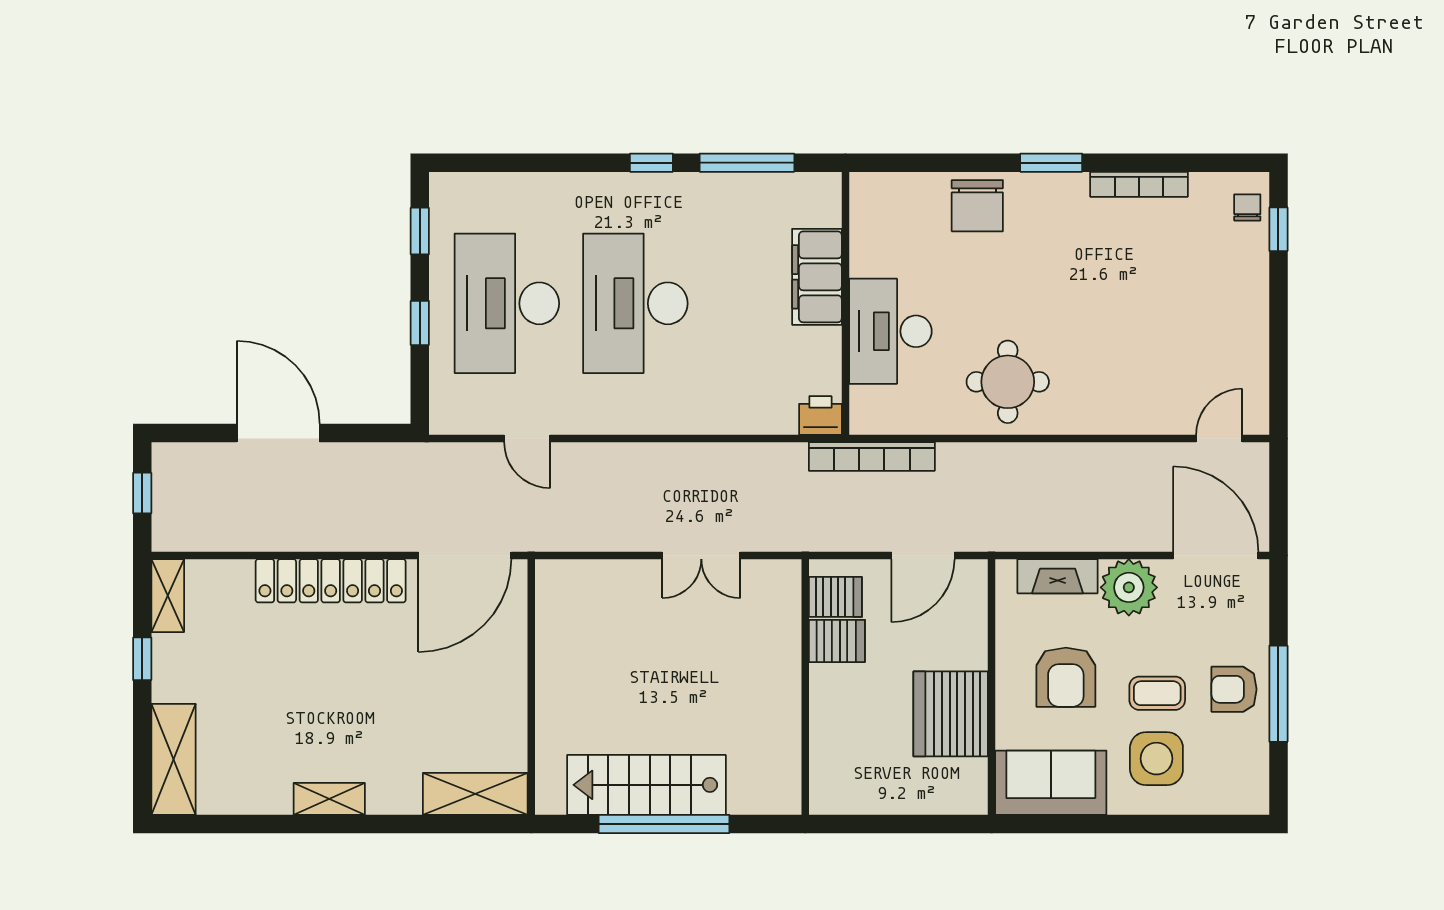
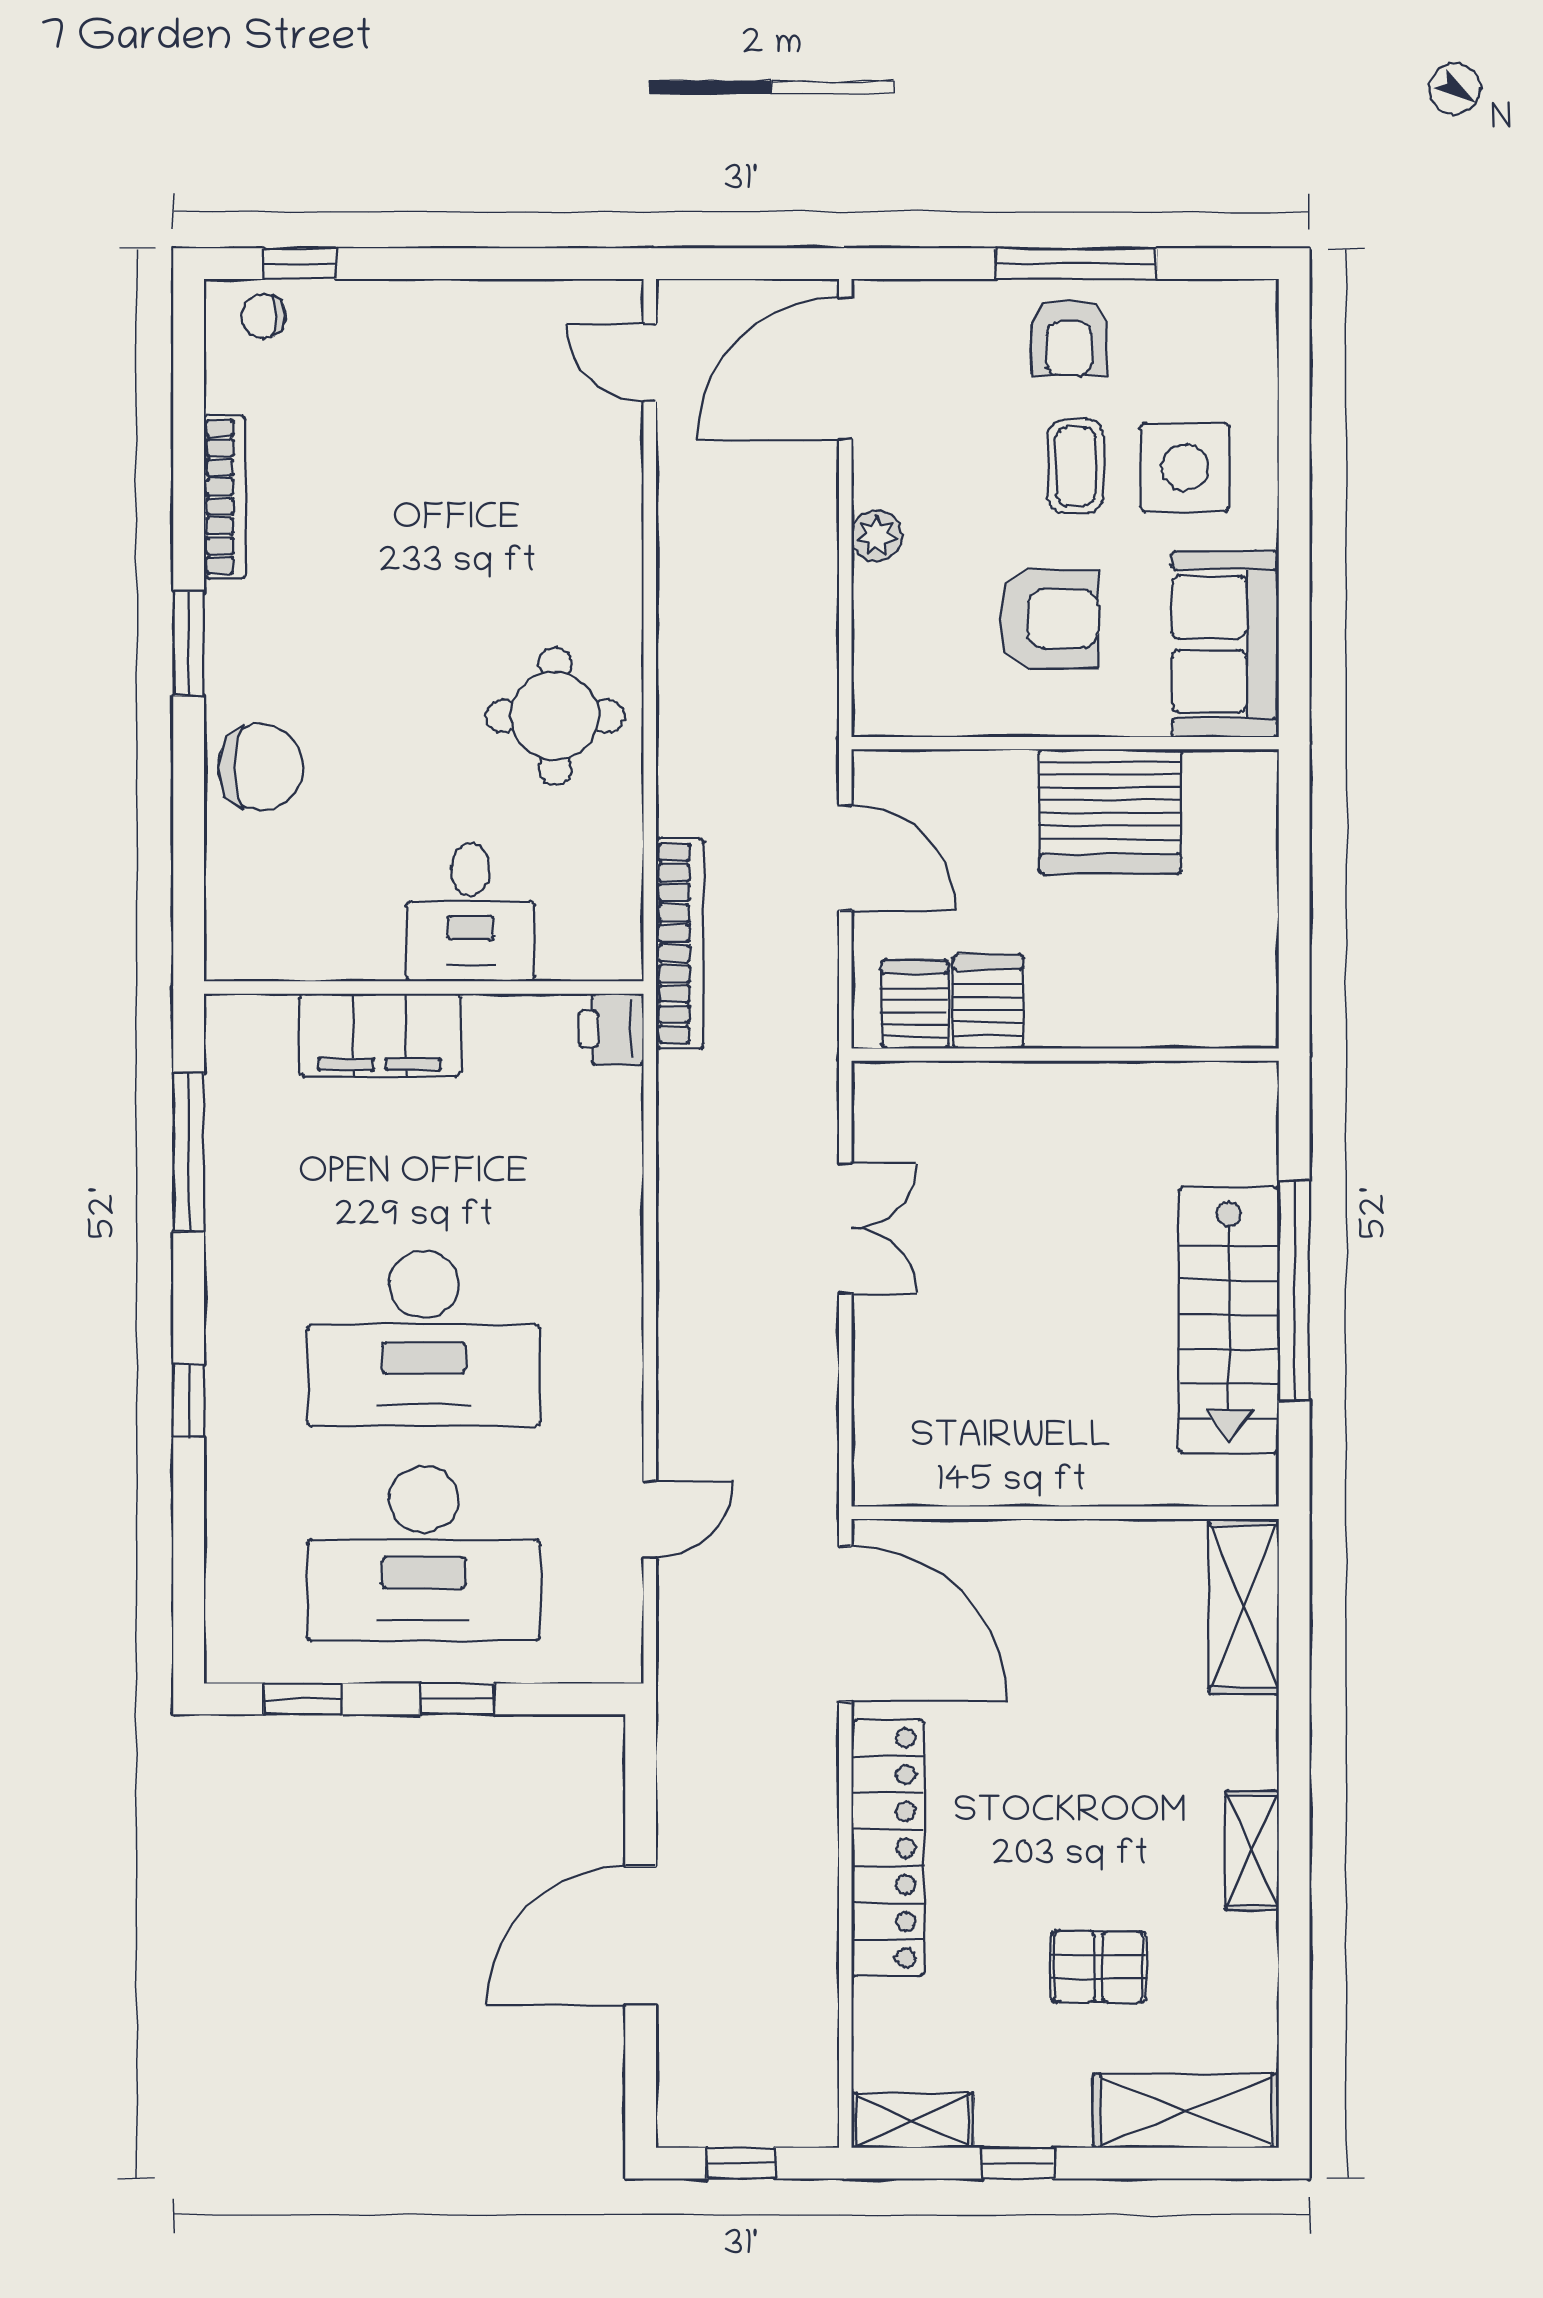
window: (651, 163) -> (189, 1400), moved
desk: (890, 331) -> (471, 912), width x0.73
fireplace: (1058, 576) -> (880, 633), removed
plant: (1129, 587) -> (877, 536), width x0.53, depth x0.53
pallet: (260, 707) -> (1098, 1967), added

